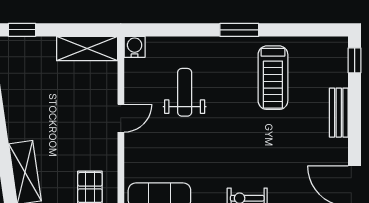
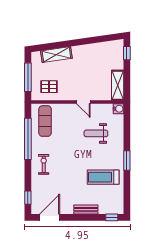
weight bench: (185, 92) -> (96, 133), turned 180

